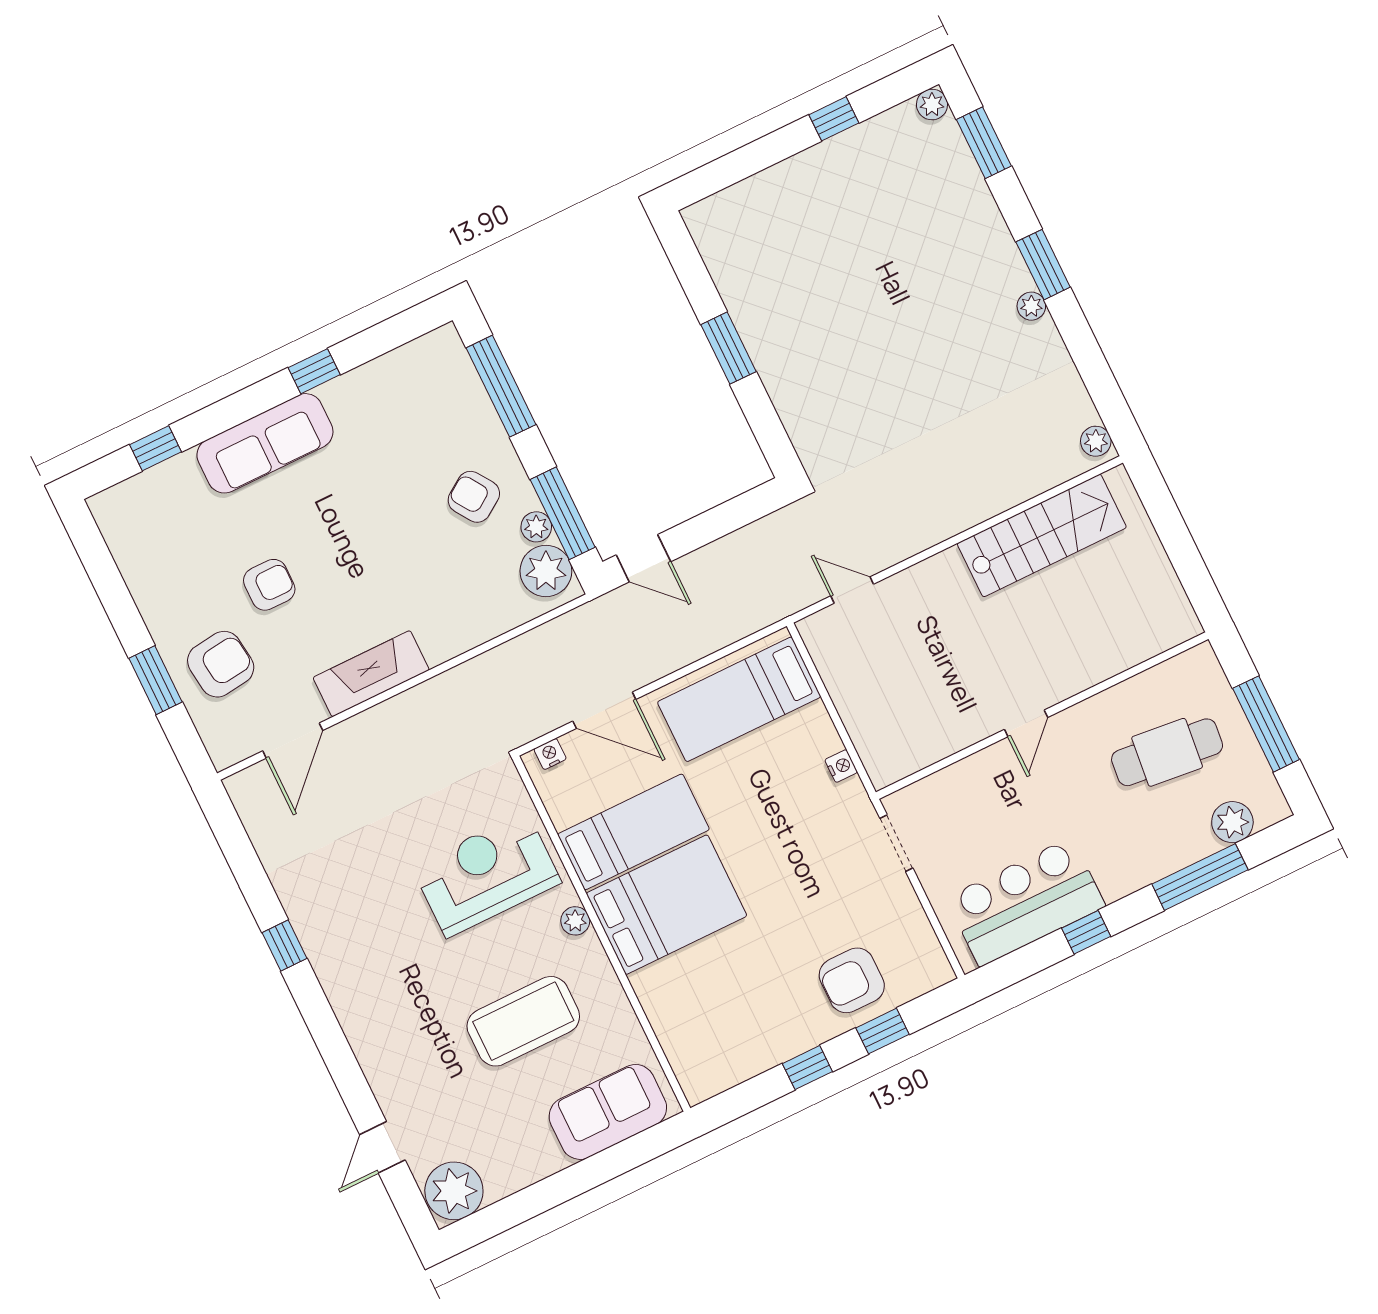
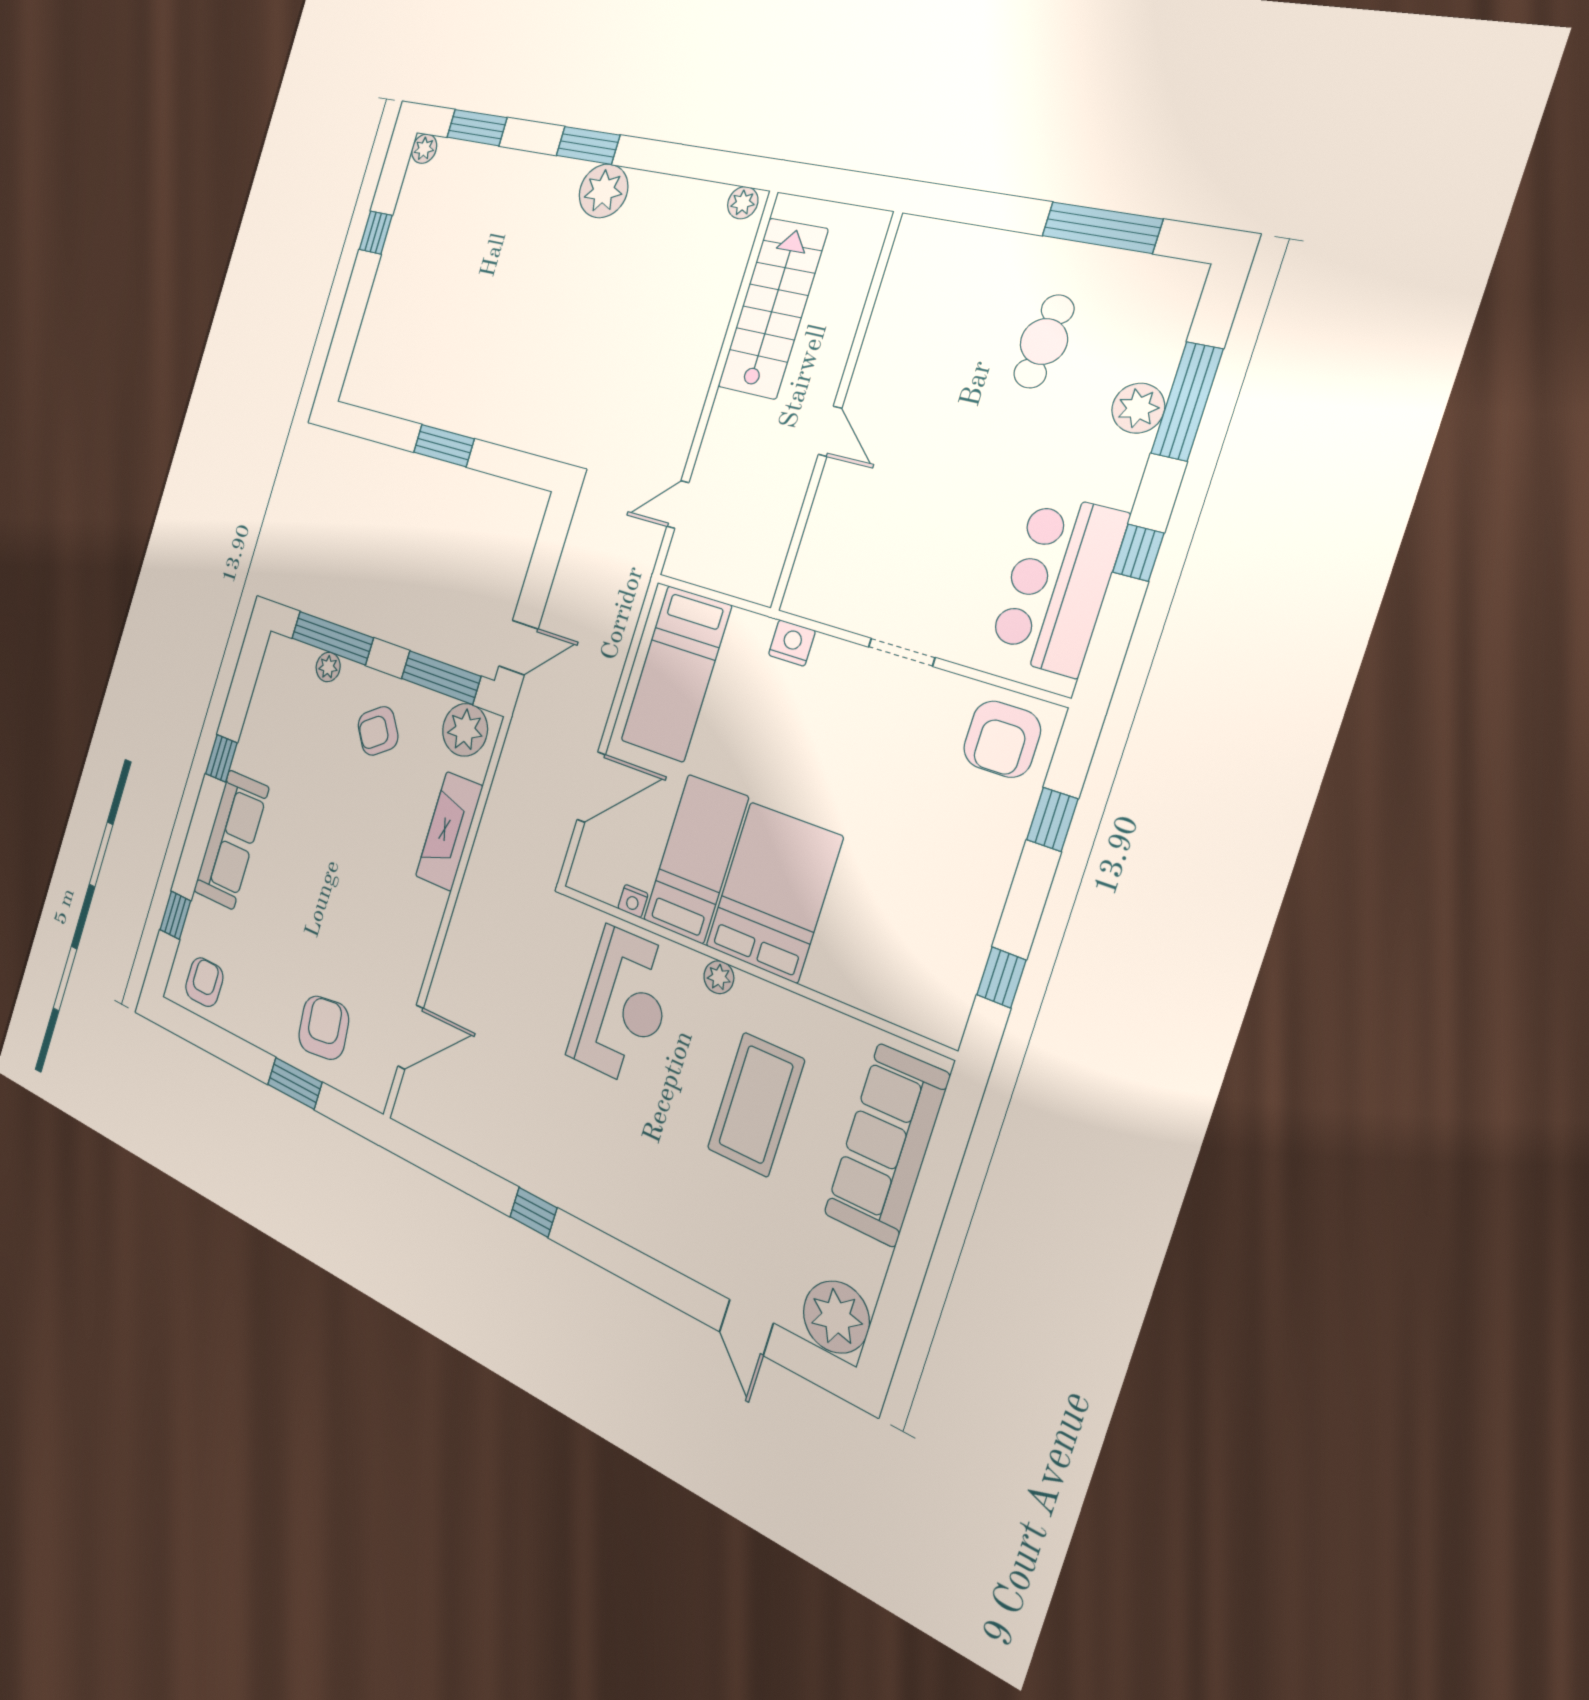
plant: (1031, 306) -> (603, 191), width x1.88, depth x1.88
plant: (536, 527) -> (328, 667), moved
armchair: (269, 585) -> (204, 982), moved
fireplace: (371, 674) -> (449, 831), moved
wall: (1042, 716) -> (836, 412), moved
door: (1026, 723) -> (830, 431), moved
door: (293, 741) -> (411, 1037), hinge flipped
cafe table: (1167, 752) -> (1044, 342), width x0.73, depth x0.74
nightstand: (550, 754) -> (633, 901), moved, turned -90
nightstand: (841, 766) -> (792, 643), width x1.39, depth x1.35
plant: (1232, 822) -> (1138, 408), moved
reception desk: (486, 874) -> (623, 1006), turned 180
armchair: (852, 980) -> (1002, 739), moved
window: (807, 1068) -> (1001, 977), moved
sofa: (608, 1112) -> (887, 1145), width x1.36

